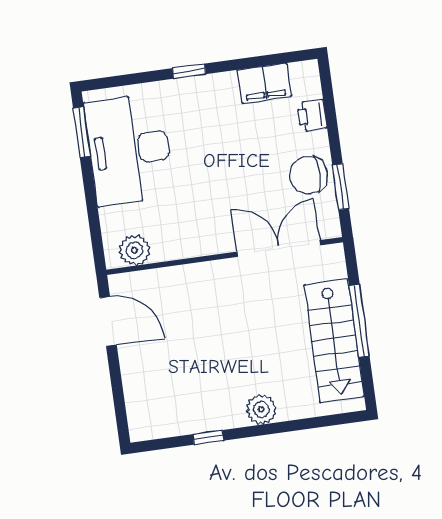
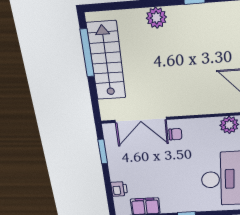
chair: (309, 175) -> (175, 134), moved, width x0.54, depth x0.54
window: (359, 321) -> (87, 53), moved

